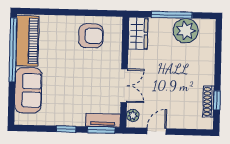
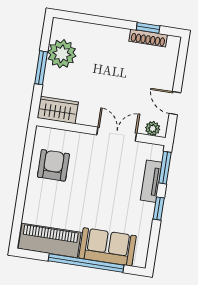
window: (172, 15) -> (41, 68), width x0.69
window: (13, 50) -> (86, 263), moved
tv unit: (103, 120) -> (151, 181), moved

